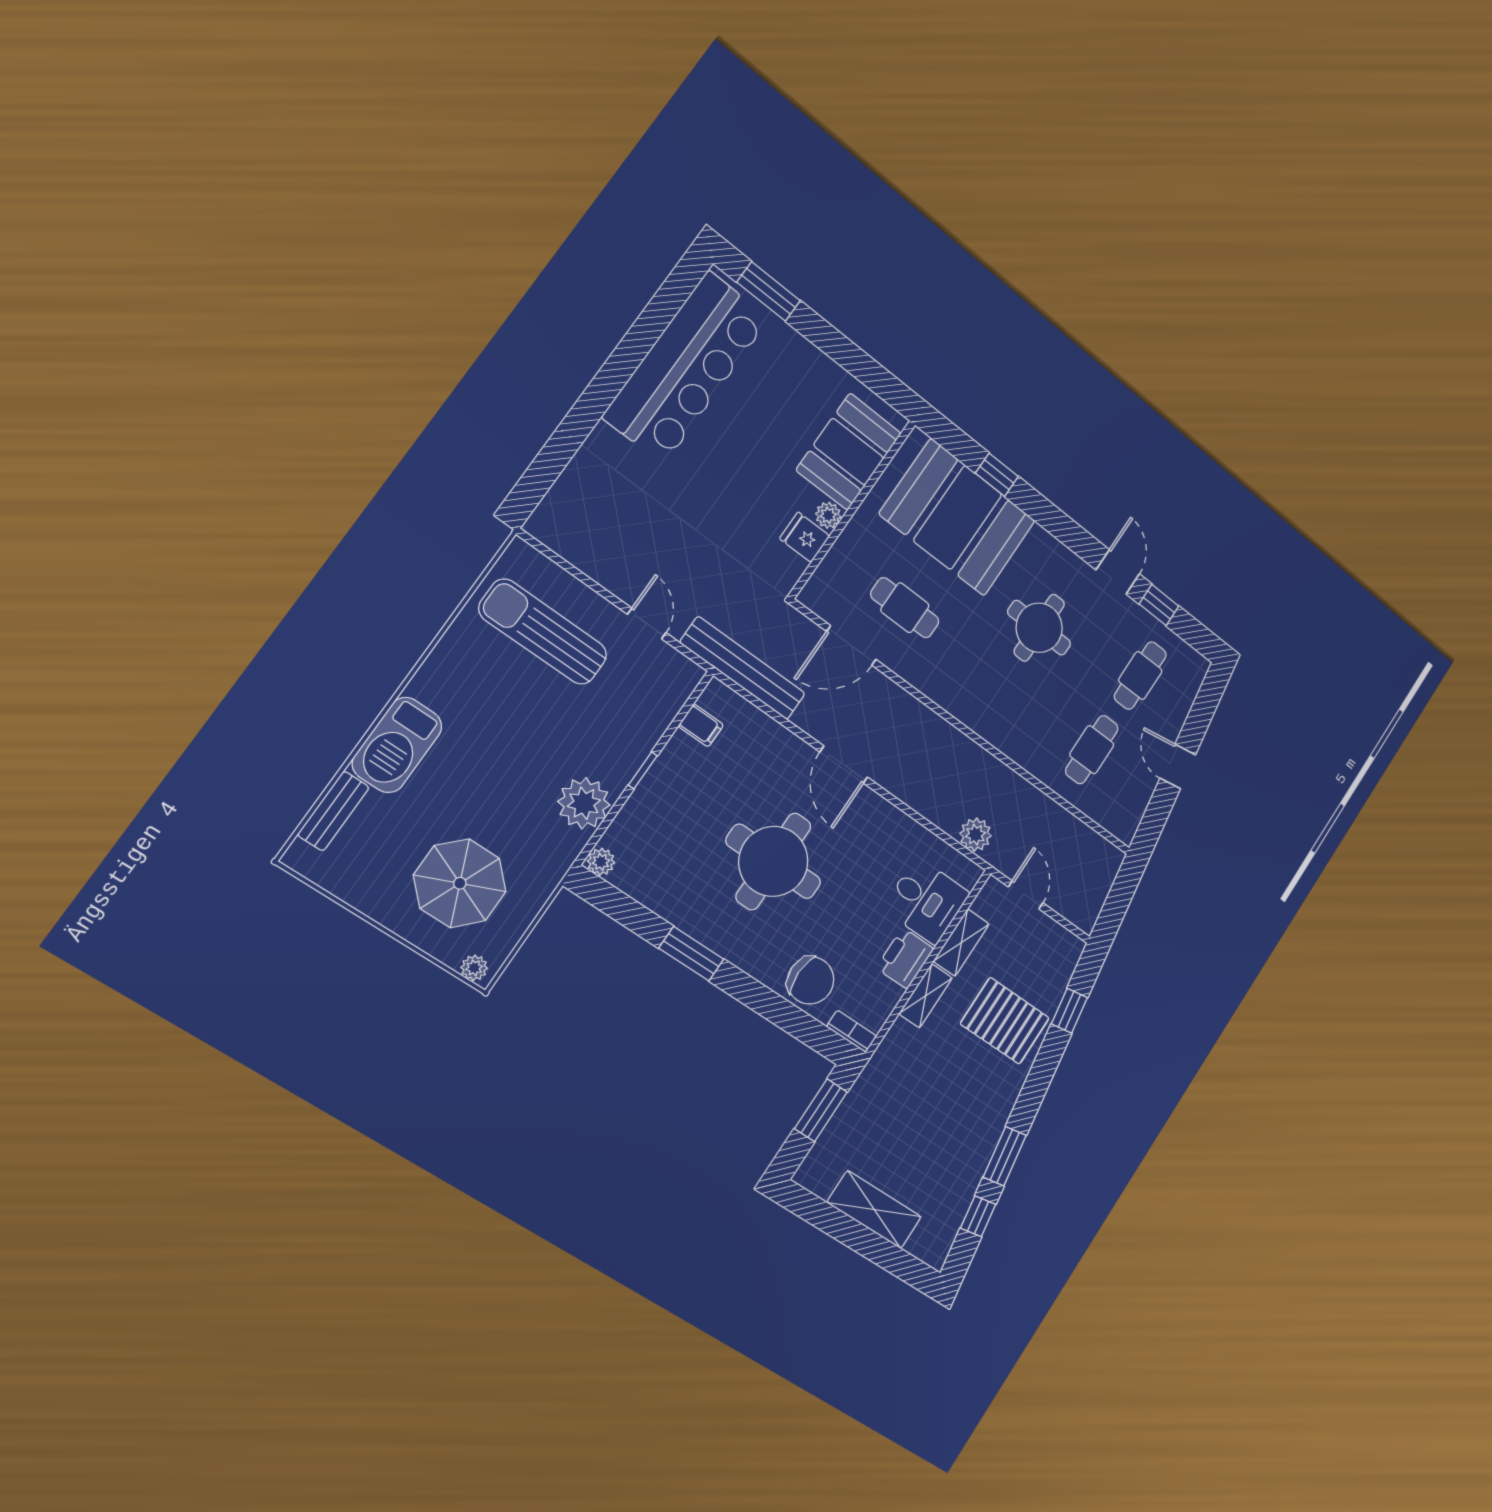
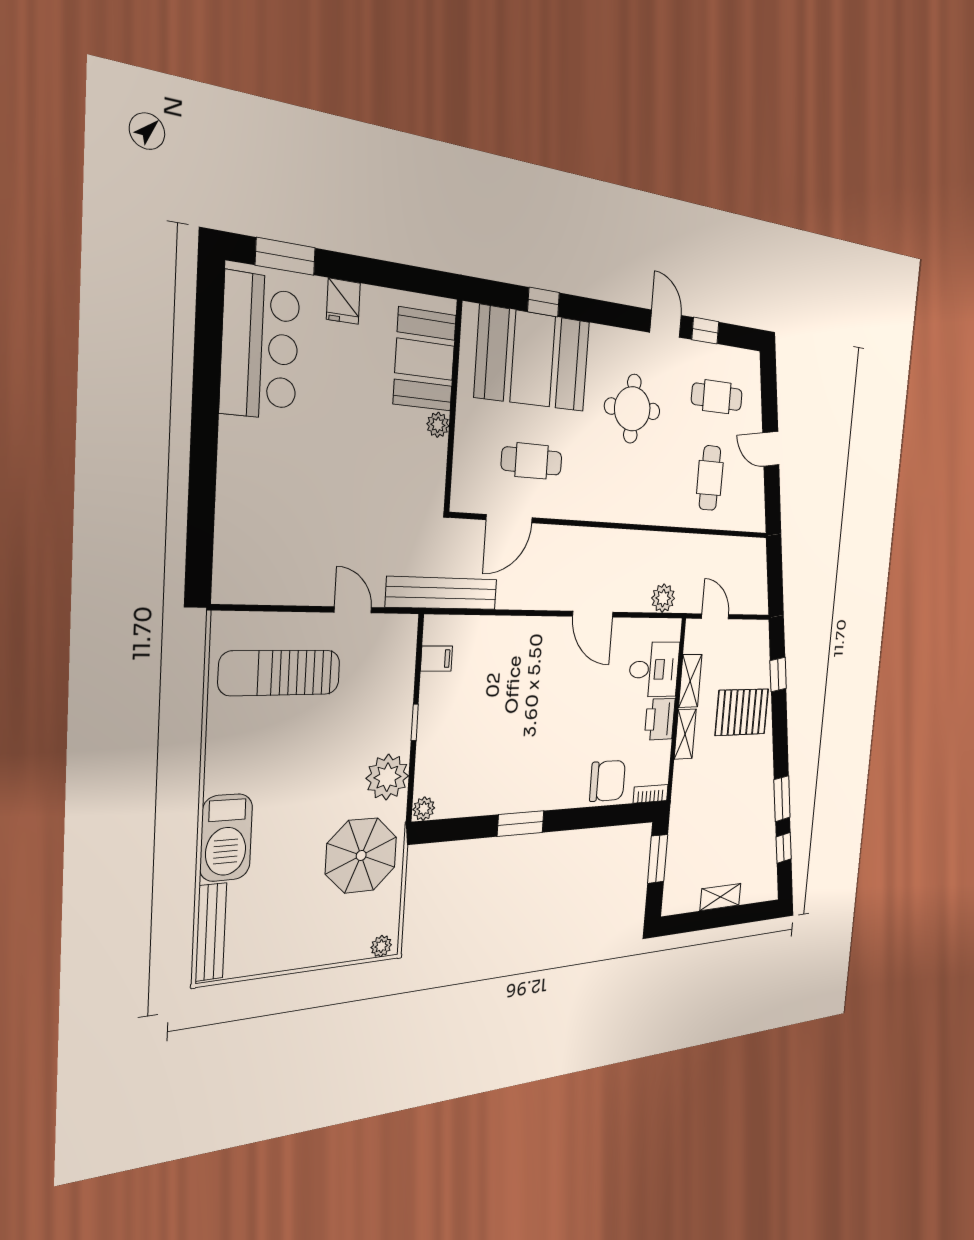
bar counter: (686, 367) -> (260, 347), width x0.73
fridge: (805, 537) -> (343, 301), moved, turned -90
cafe table: (1140, 676) -> (717, 397), turned 90
door: (844, 765) -> (593, 614), moved
bench: (333, 811) -> (211, 932), width x1.36
round table: (773, 861) -> (540, 719), removed
parasol: (460, 883) -> (361, 855), moved
shelving: (874, 1210) -> (720, 897), width x0.67, depth x0.75

